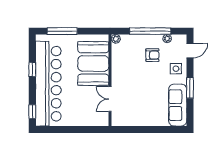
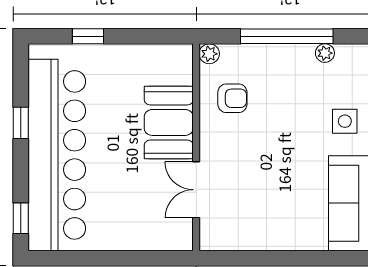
window: (62, 31) -> (88, 36), width x0.46
armchair: (152, 55) -> (232, 98), moved
booth: (93, 63) -> (169, 122), width x0.73, depth x0.70

